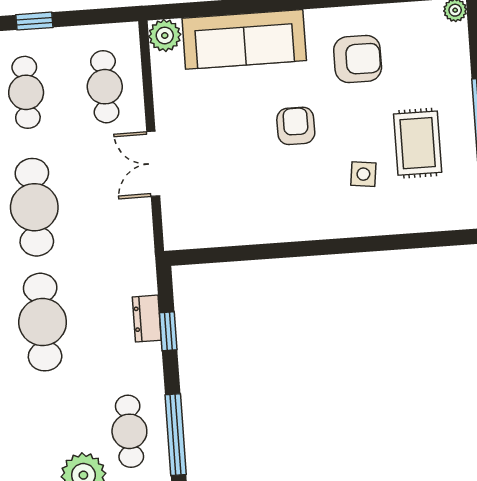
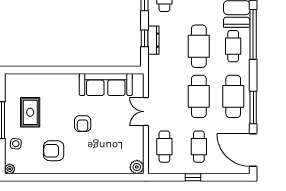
sofa: (244, 39) -> (106, 84), moved, turned 180
double door: (153, 164) -> (146, 112), swing flipped
side table: (363, 174) -> (16, 144), moved
dresser: (147, 319) -> (153, 40), width x1.44

